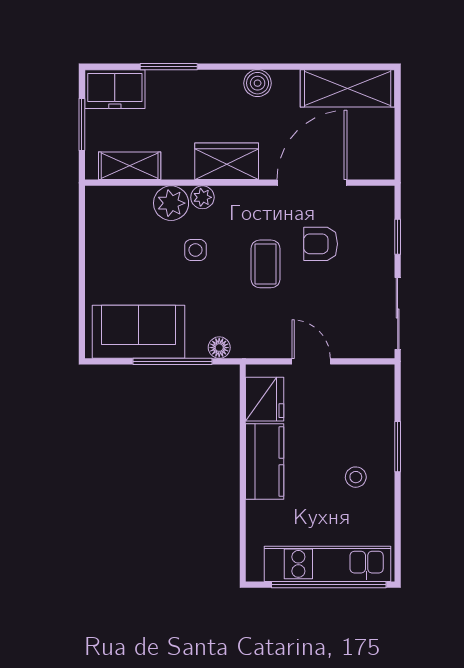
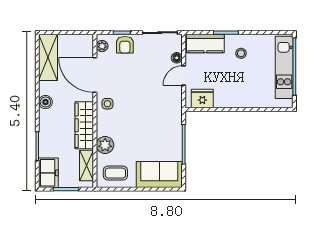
wardrobe: (227, 161) -> (84, 125), width x1.50
plant: (202, 197) -> (102, 46), moved
armchair: (321, 244) -> (125, 45), moved
side table: (195, 250) -> (107, 104), moved
coffee table: (265, 264) -> (115, 173), moved
sofa: (138, 332) -> (159, 175), moved, turned 90
floor lamp: (219, 348) -> (177, 58), moved
kitchen counter: (265, 462) -> (205, 43), moved, turned 180

